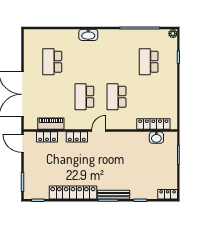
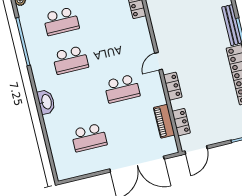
school desk: (116, 97) -> (70, 60), moved
door: (99, 130) -> (159, 61), hinge flipped

